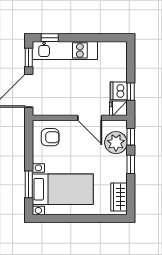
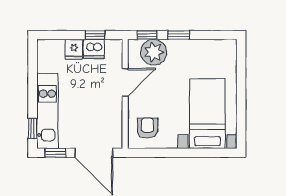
fridge: (118, 108) -> (74, 49), moved
window: (29, 184) -> (202, 153), removed
wardrobe: (119, 197) -> (216, 49), removed

